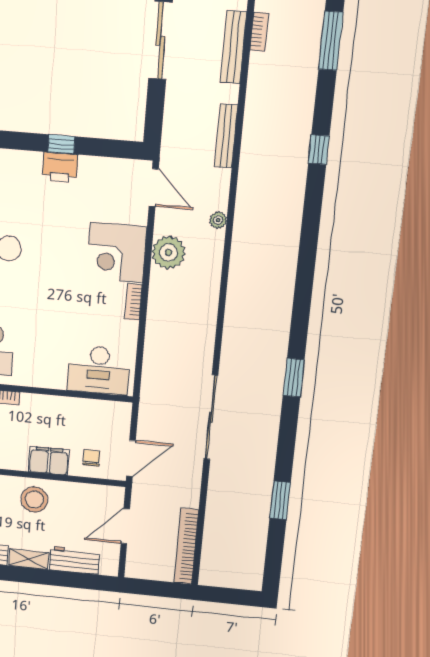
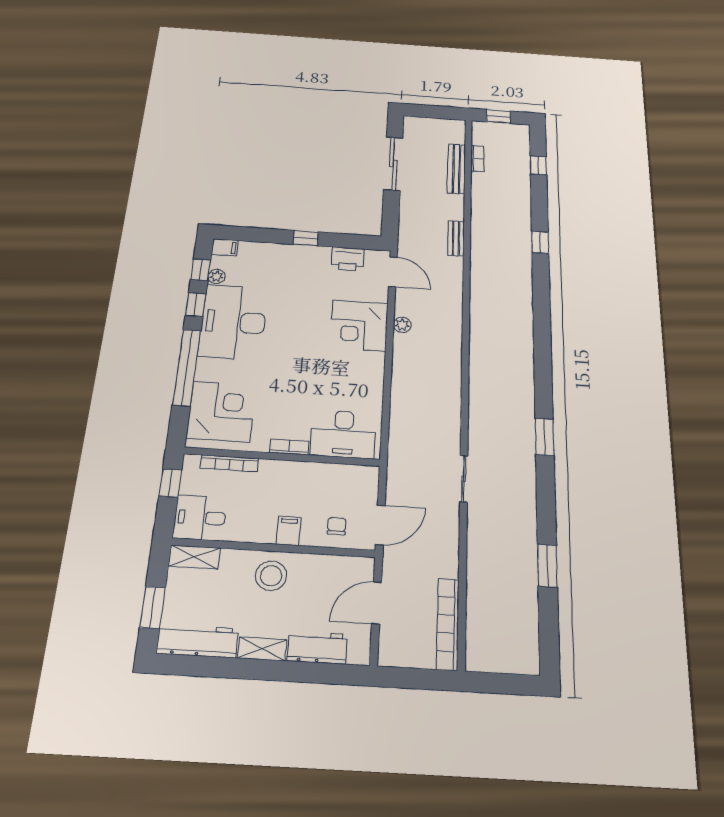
window: (331, 41) -> (538, 165), width x0.46
bench: (226, 136) -> (456, 238), width x0.73
printer: (60, 167) -> (348, 259), moved
plant: (218, 220) -> (455, 298), removed
plant: (169, 253) -> (402, 325), width x0.53, depth x0.53
bookcase: (134, 302) -> (289, 447), moved, turned 90
sliding door: (211, 417) -> (464, 479), width x0.54
filing cabinet: (49, 461) -> (289, 531), width x0.50

